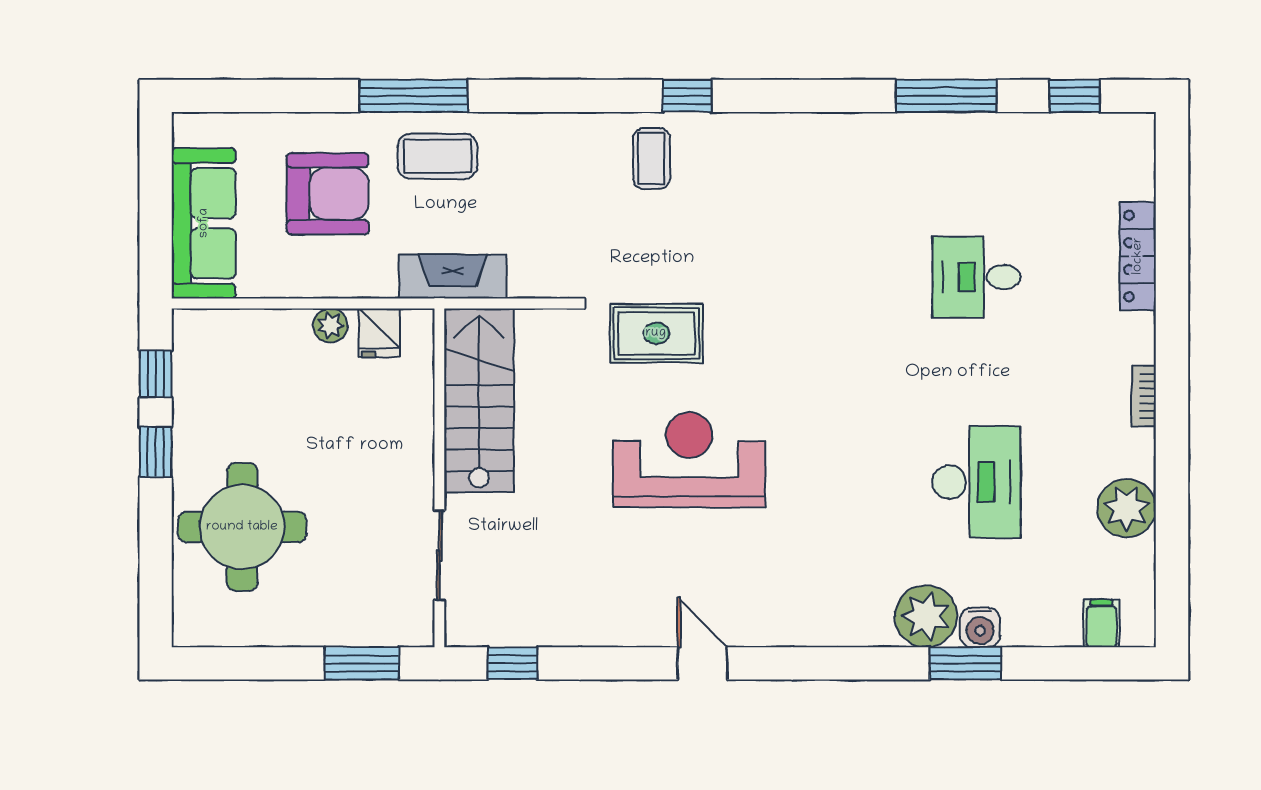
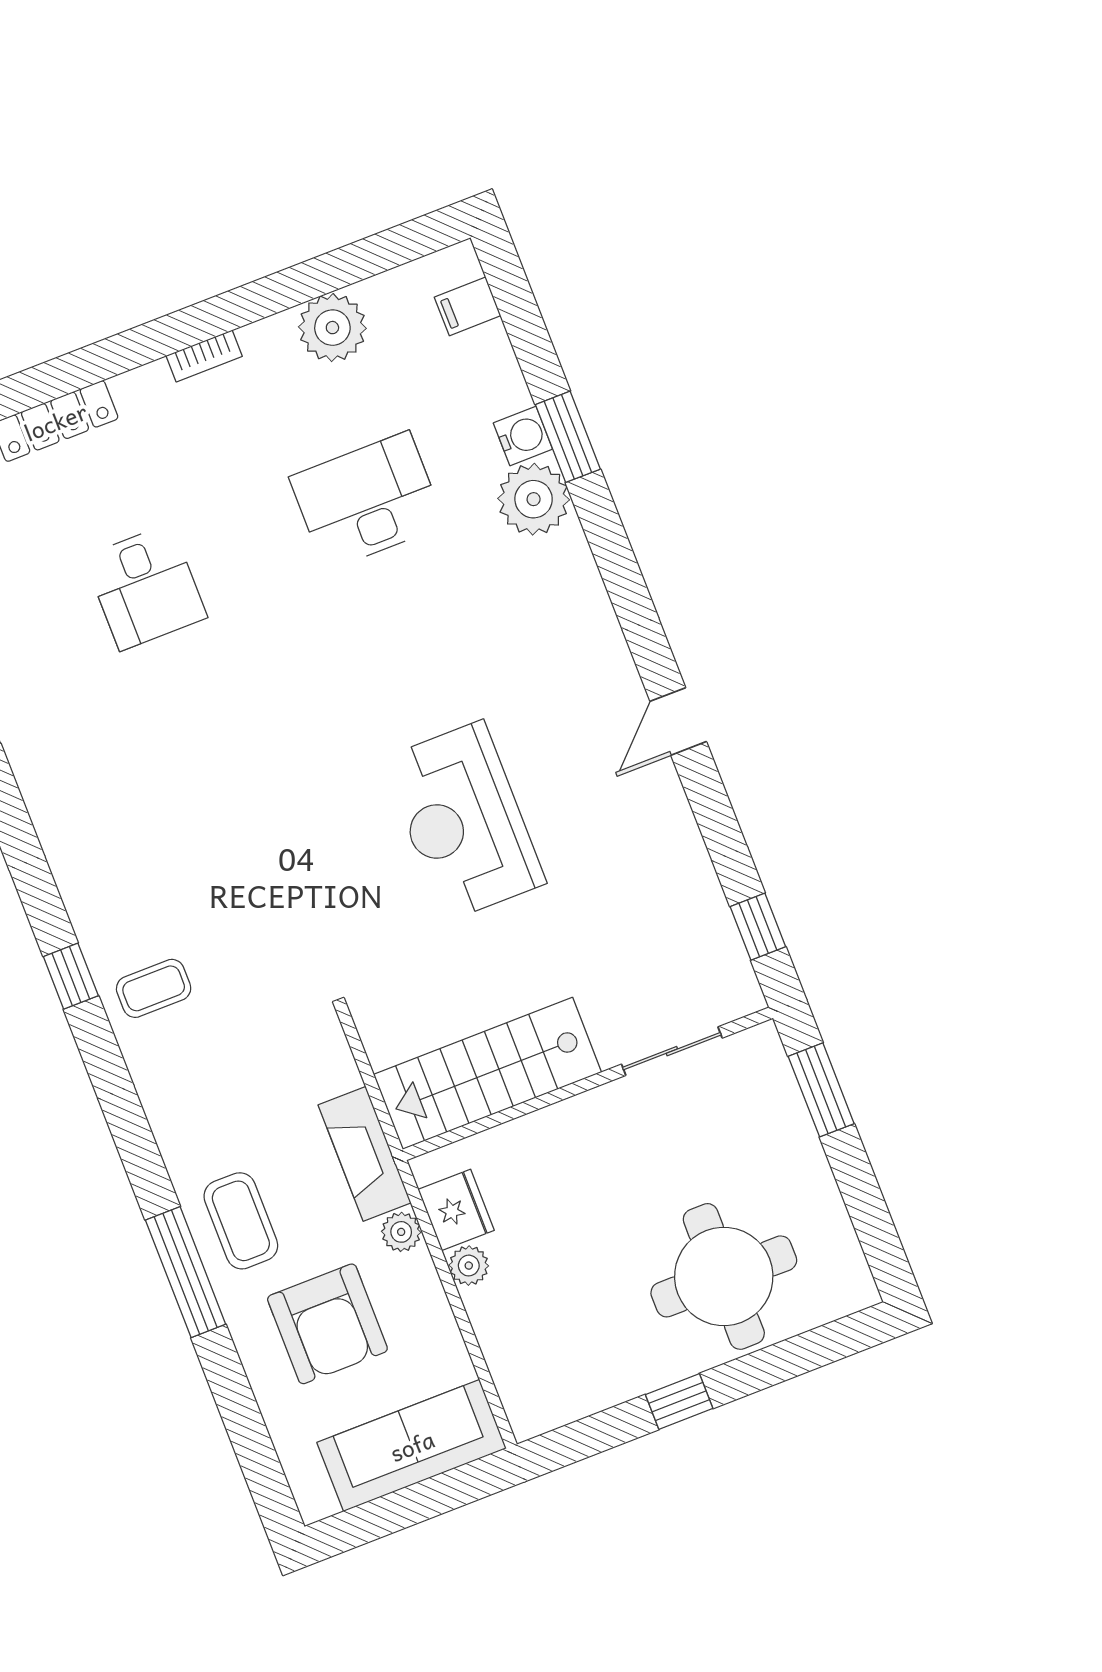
armchair: (328, 194) -> (327, 1324), turned 180
plant: (379, 282) -> (401, 1232), added
fridge: (379, 333) -> (456, 1210), width x1.38
rug: (656, 333) -> (340, 910), removed
window: (156, 374) -> (595, 1434), removed

